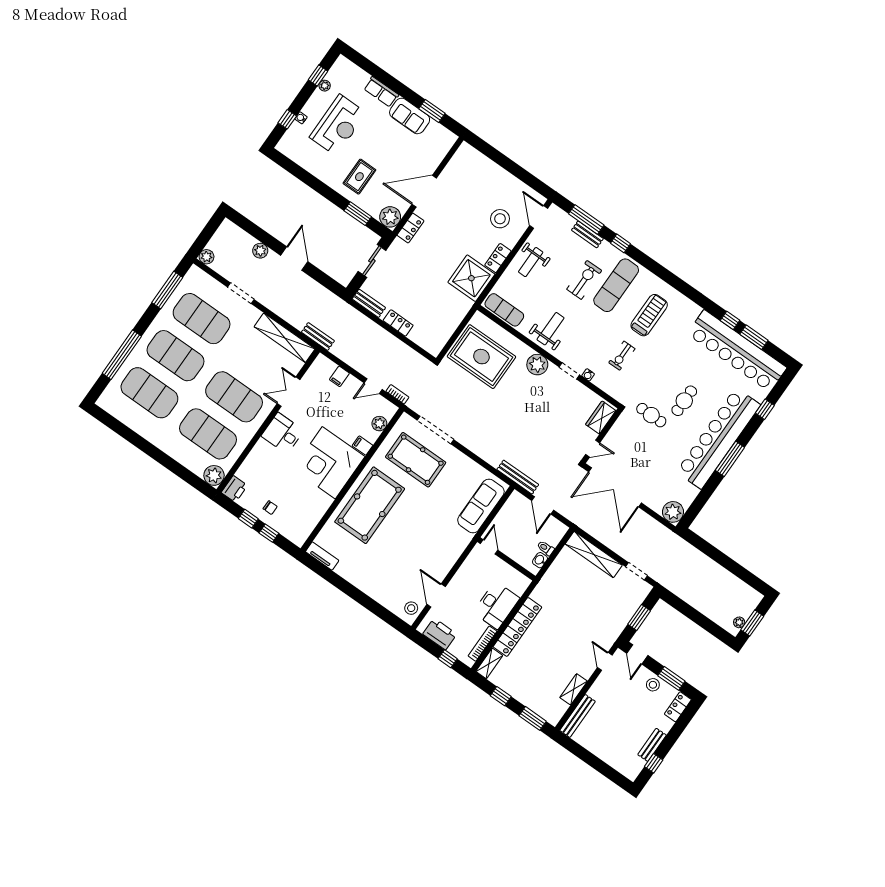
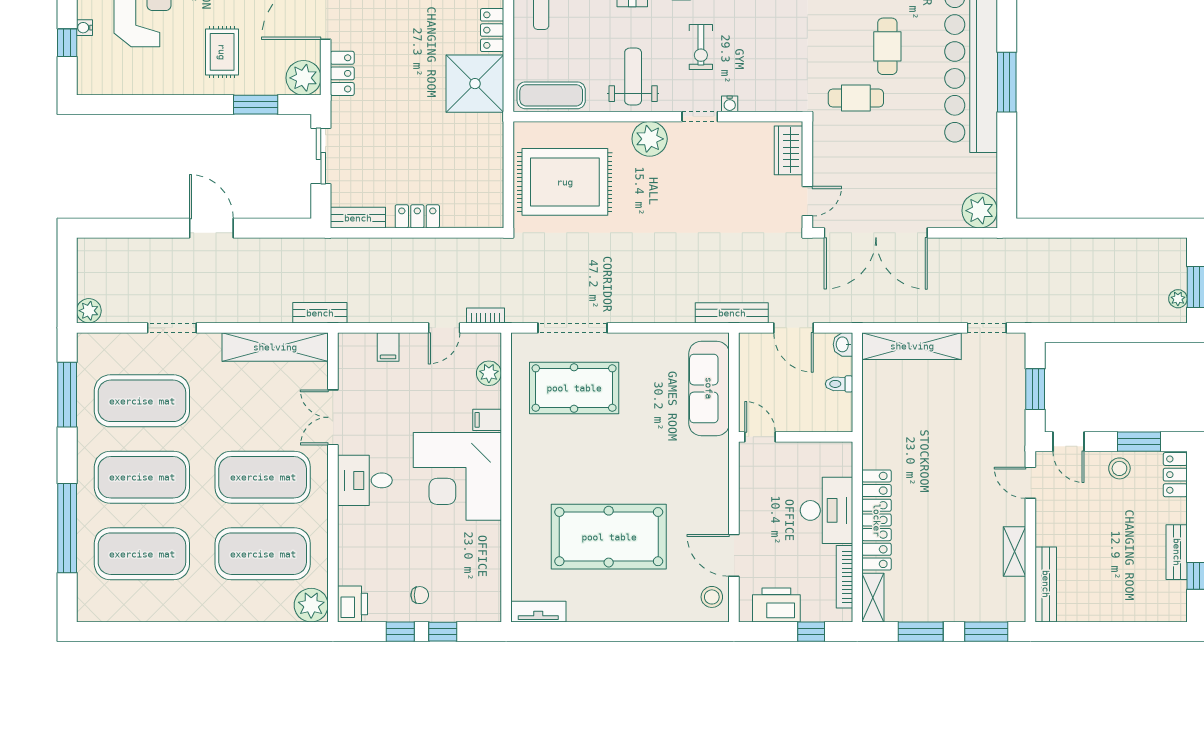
plant: (260, 251) -> (157, 250), removed
exercise bike: (622, 356) -> (701, 47), moved
pool table: (370, 505) -> (609, 537), moved, turned 90
washbasin: (540, 560) -> (843, 344), moved
window: (501, 696) -> (921, 632), width x1.50

